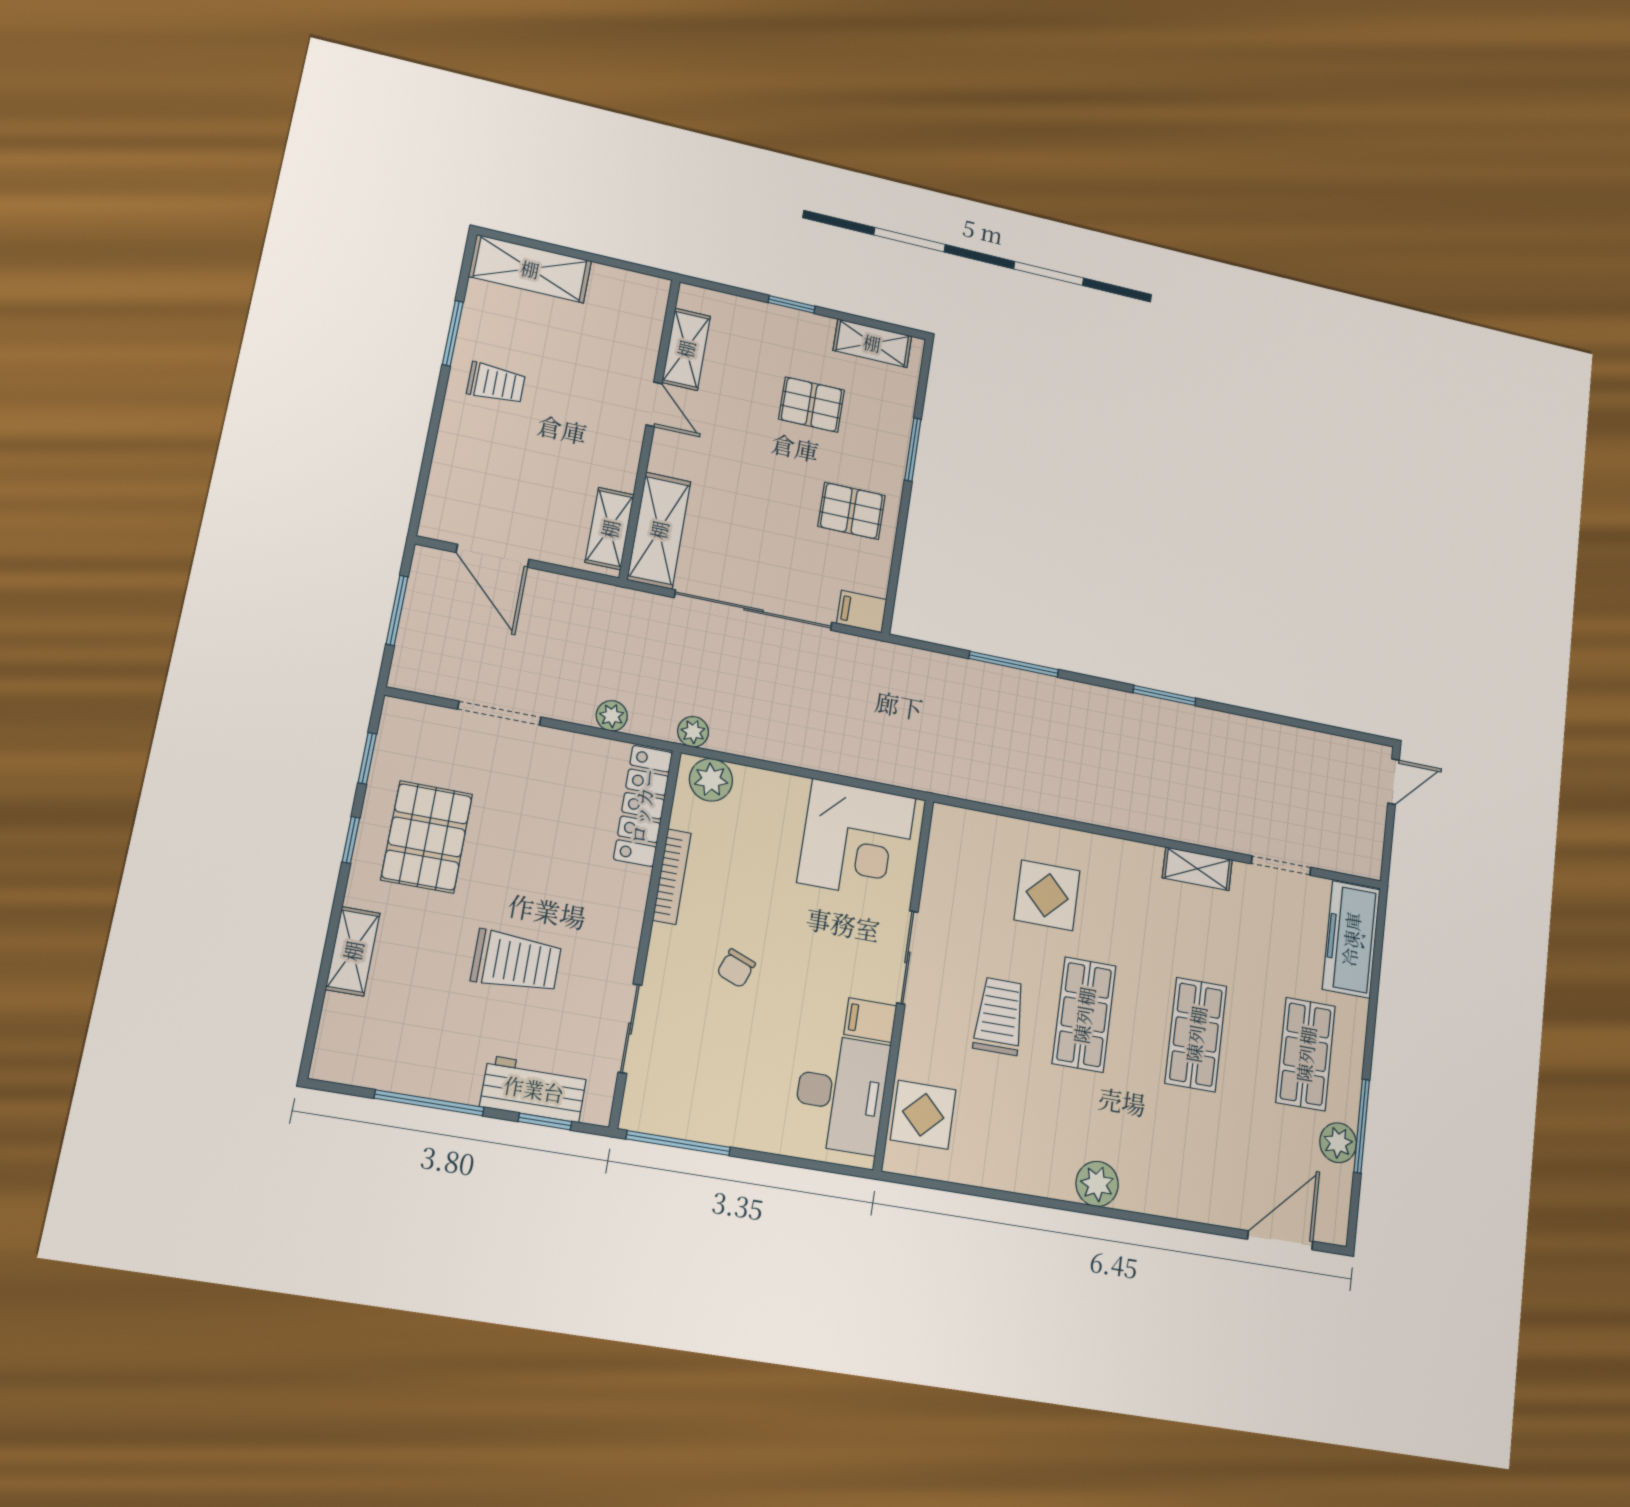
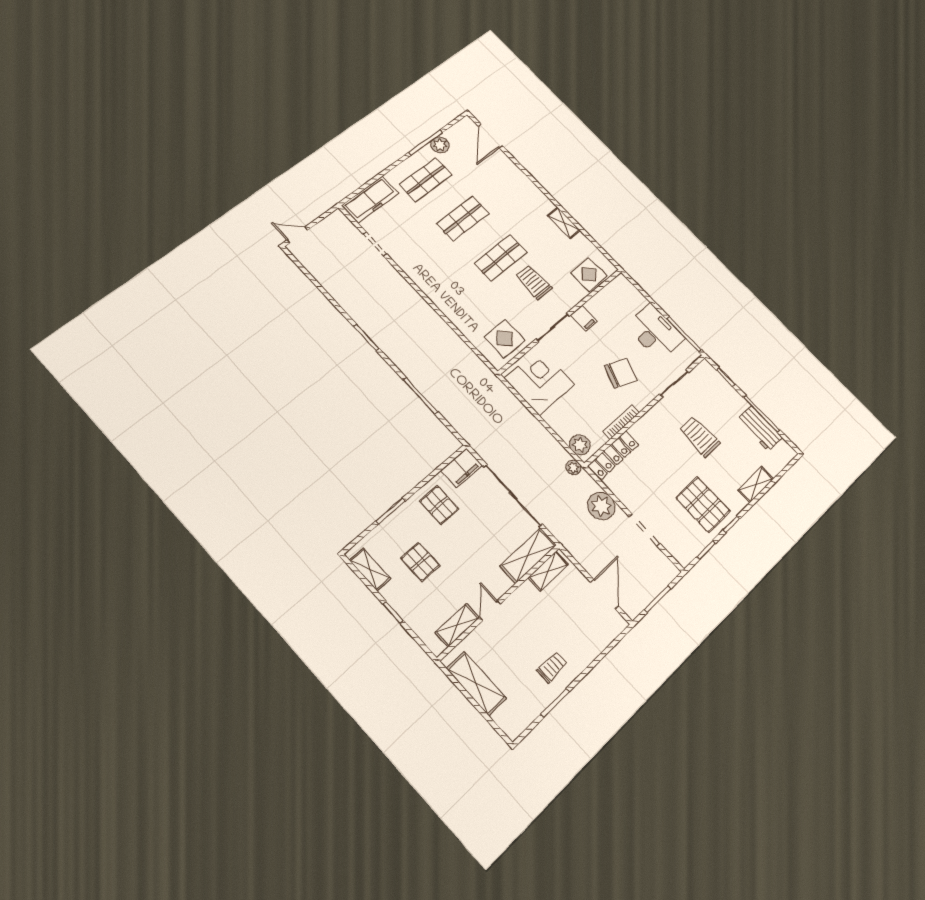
shelving: (530, 269) -> (476, 684), moved
trolley: (496, 383) -> (552, 667), turned 90
filing cabinet: (862, 612) -> (462, 468), width x2.00
plant: (612, 716) -> (601, 506), width x1.88, depth x1.88
pallet: (427, 837) -> (703, 505), turned 90
shelving: (1197, 869) -> (564, 223), moved
display table: (1047, 895) -> (505, 339), moved
chair: (736, 968) -> (620, 373), width x1.87, depth x1.87
trolley: (999, 1016) -> (534, 282), turned 90
workbench: (534, 1089) -> (760, 428), moved
desk: (841, 1094) -> (655, 332), moved, turned 90
plant: (1097, 1184) -> (543, 205), removed
door: (1280, 1240) -> (490, 136), hinge flipped

